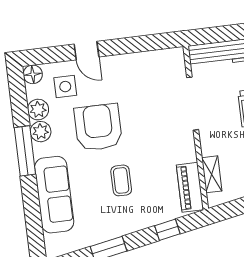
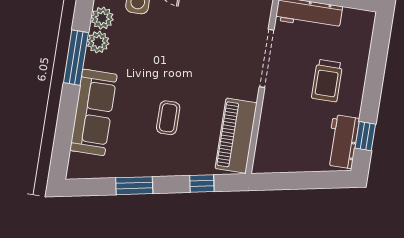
armchair: (98, 127) -> (160, 55), removed
shelving: (212, 174) -> (265, 139), removed
piano: (190, 187) -> (236, 136), width x1.37, depth x1.33

